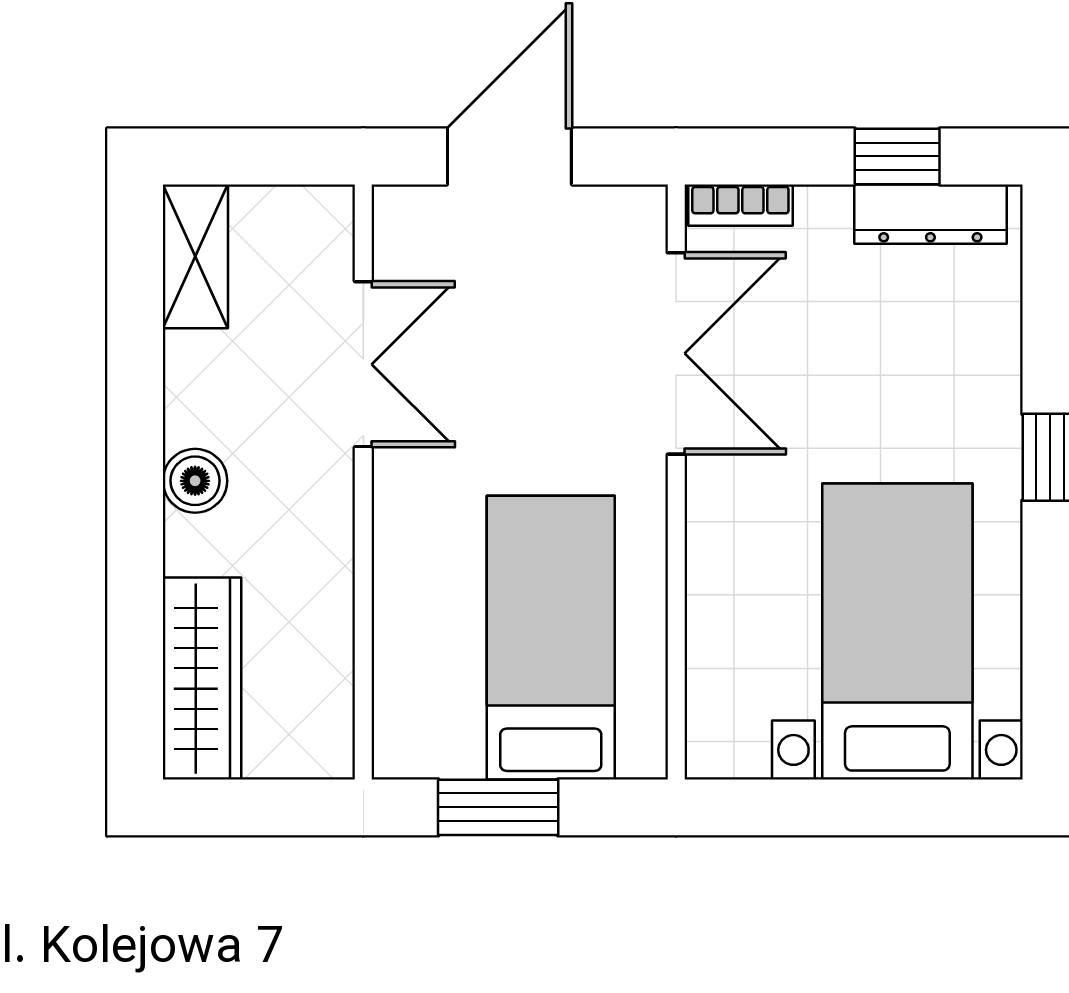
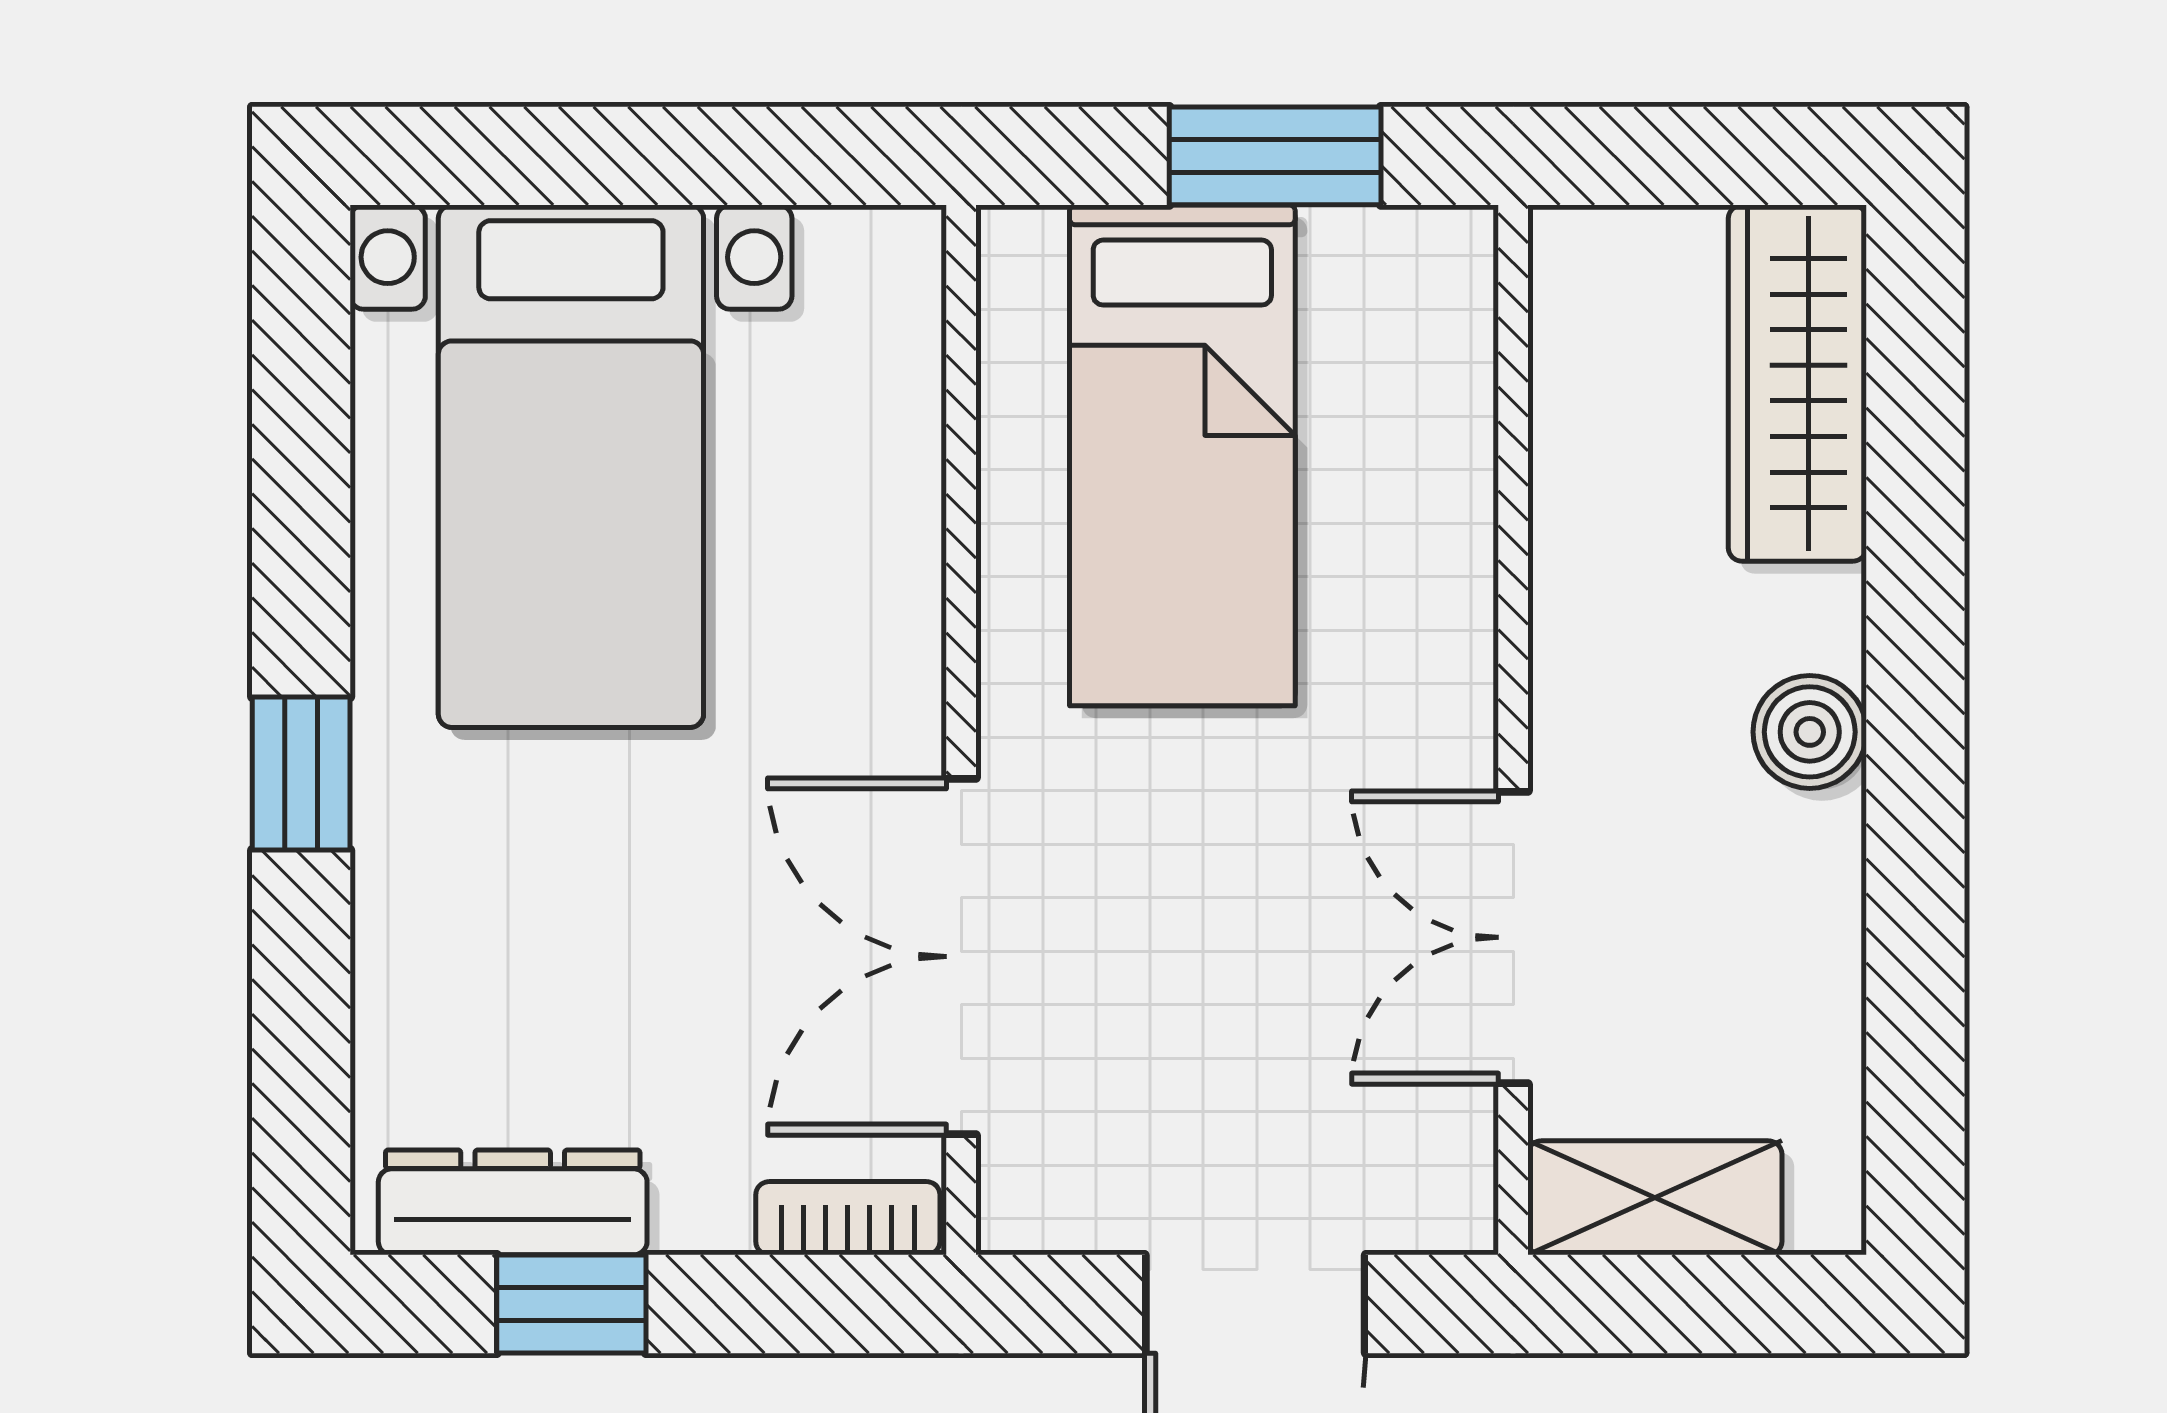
shelving: (195, 256) -> (1655, 1198), moved, turned 90

